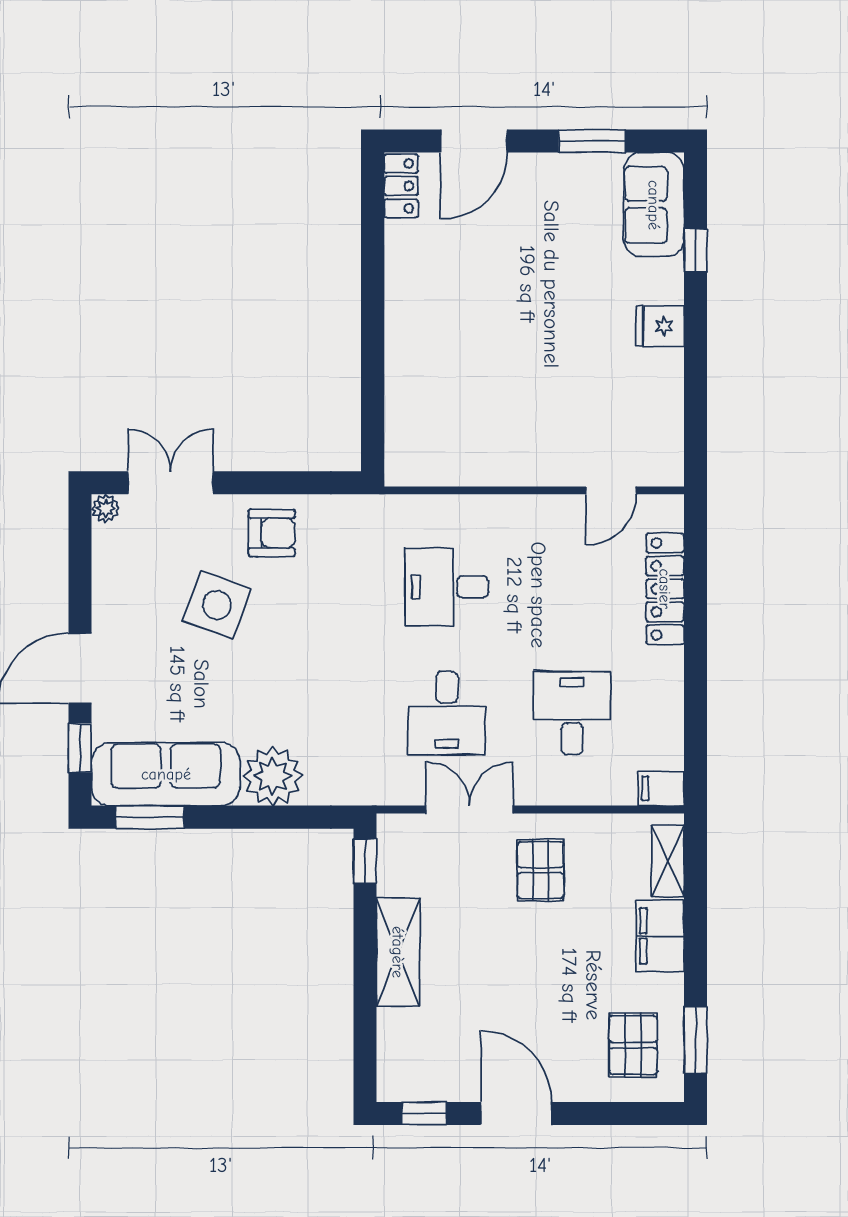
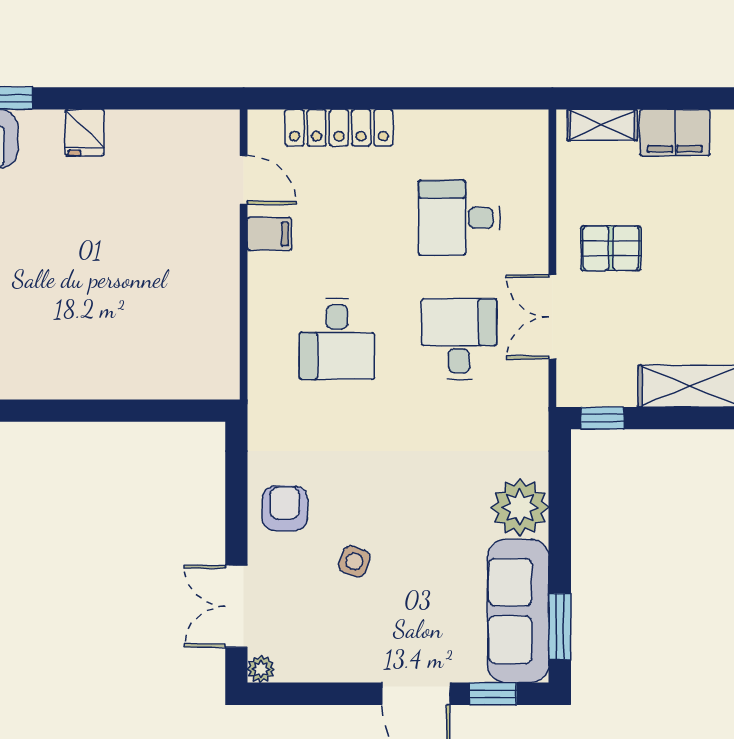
side table: (217, 605) -> (354, 561), width x0.54, depth x0.54
desk: (447, 713) -> (459, 339), turned -90
filing cabinet: (661, 789) -> (269, 234), moved, turned -90

